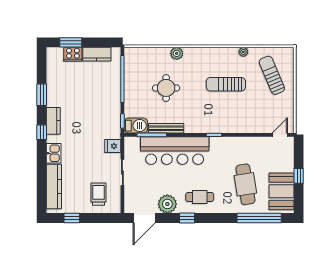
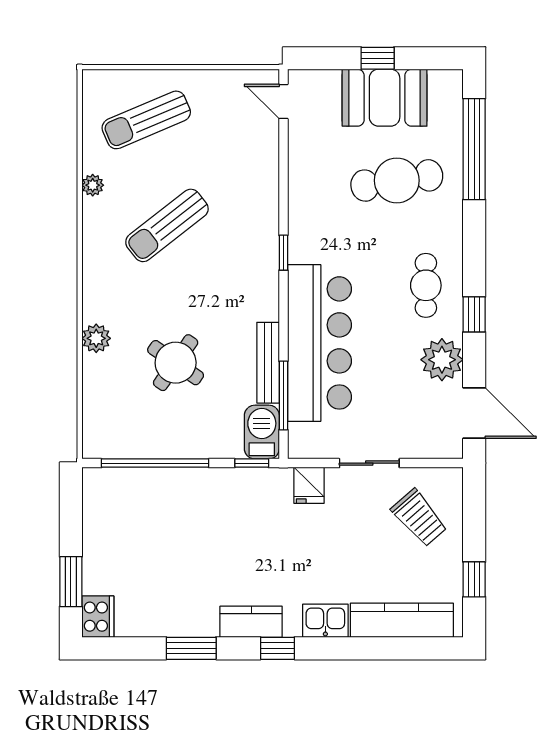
cooker: (73, 54) -> (98, 617), moved
kitchen counter: (97, 54) -> (98, 522), removed
sun lounger: (226, 84) -> (167, 225), turned 52
round table: (166, 88) -> (176, 363), turned 35
booth: (281, 191) -> (385, 98), moved
trolley: (99, 194) -> (419, 518), turned -131

